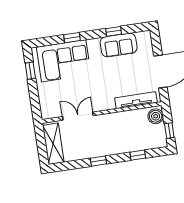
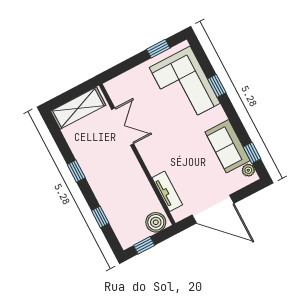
window: (114, 31) -> (252, 153), moved
plant: (141, 36) -> (248, 170), added
tv unit: (136, 100) -> (167, 191), width x0.71

